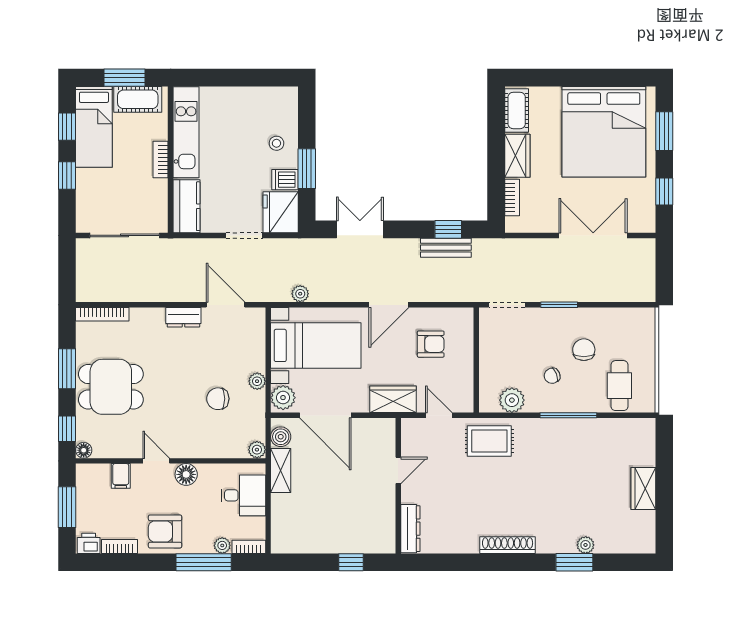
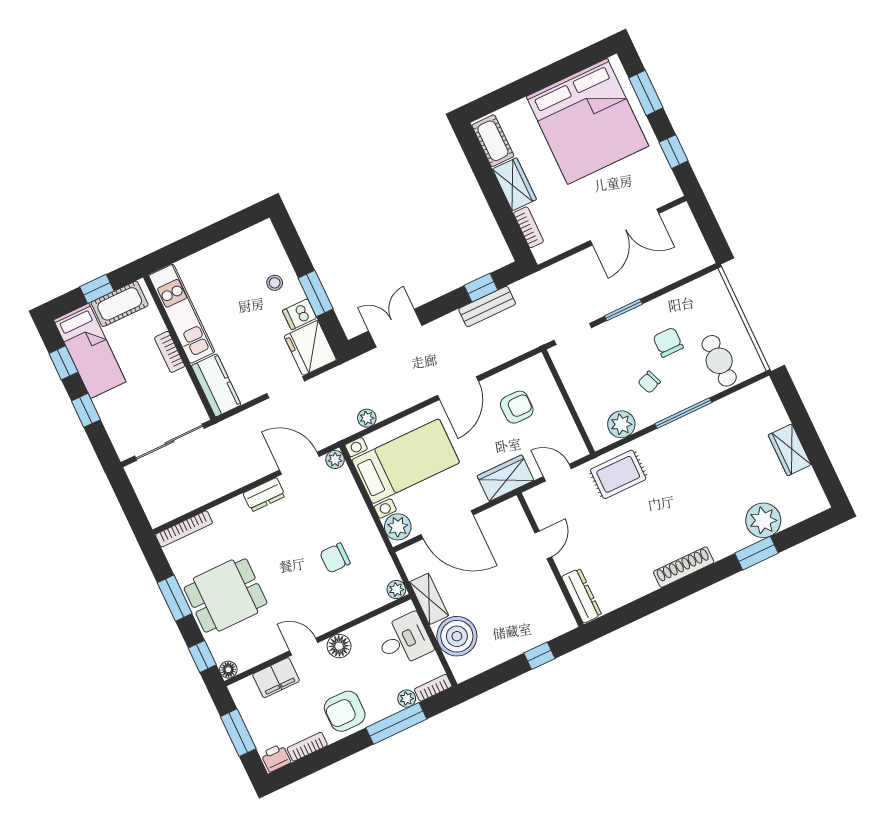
window: (125, 78) -> (97, 289), width x0.67
double door: (593, 235) -> (625, 227), swing flipped
plant: (257, 381) -> (335, 459), moved
boiler: (281, 437) -> (457, 636), moved, width x1.86, depth x1.86
filing cabinet: (121, 476) -> (276, 678), width x2.00
plant: (586, 545) -> (763, 520), width x1.88, depth x1.88

